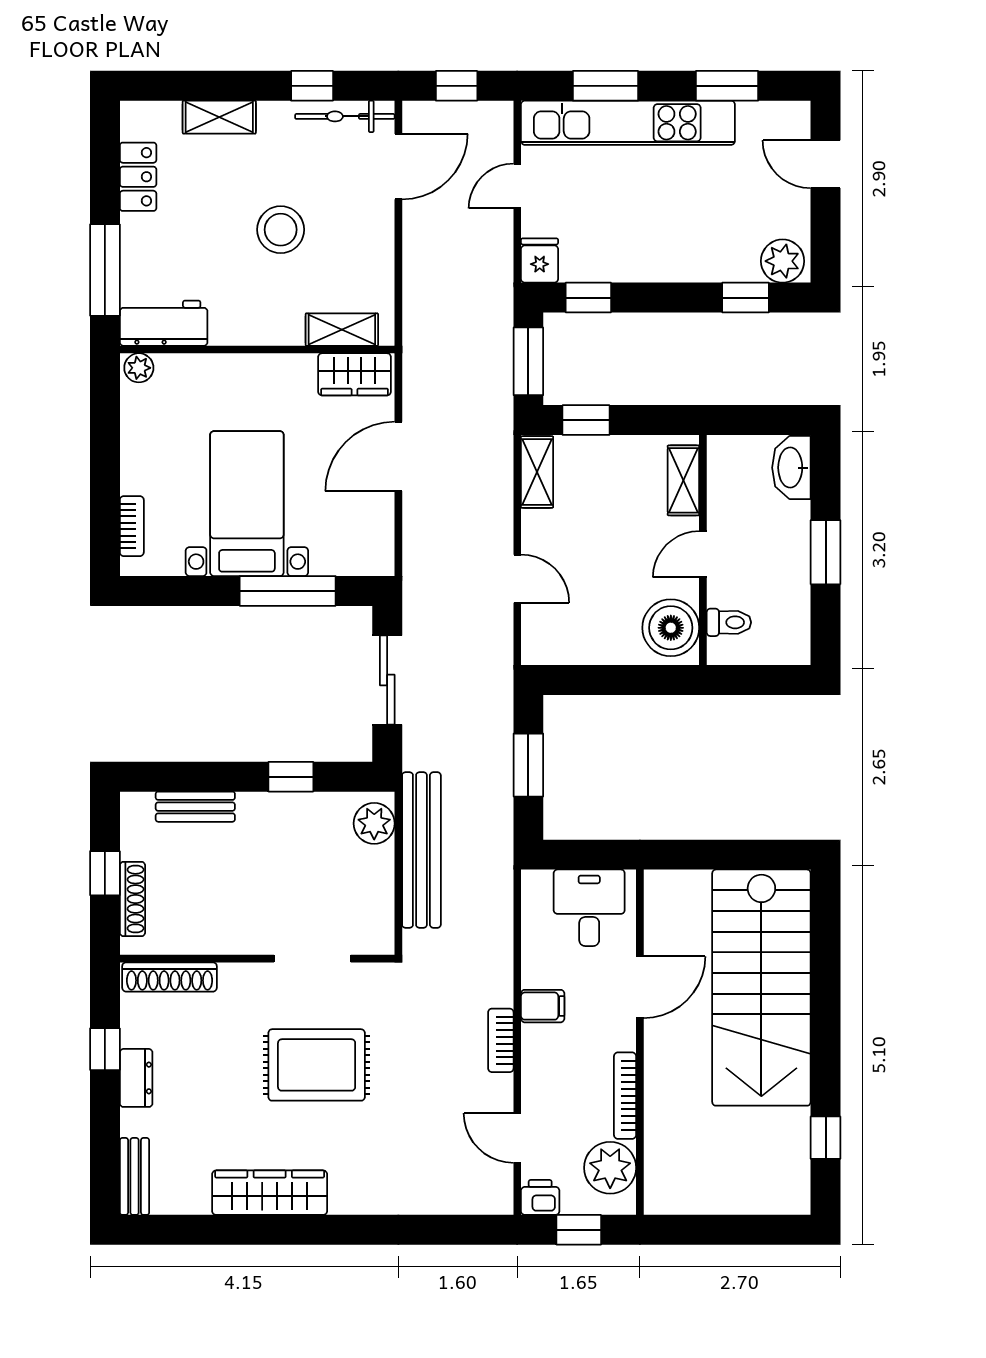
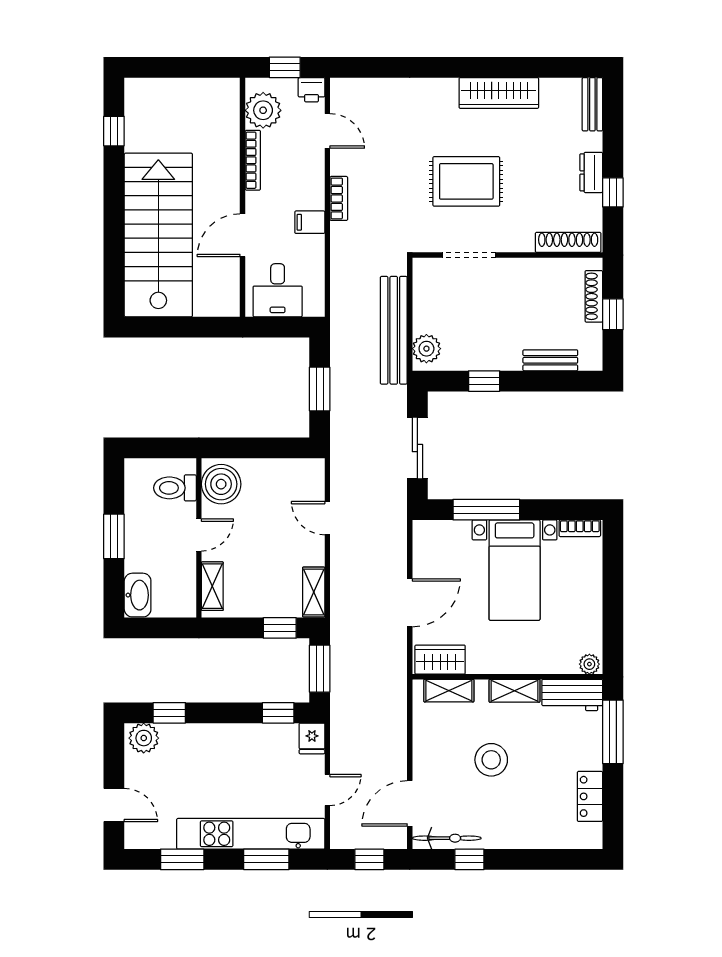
shelving: (219, 117) -> (515, 691), moved
bookcase: (132, 526) -> (580, 528), moved, turned -90
toilet: (729, 622) -> (175, 488), width x1.37, depth x1.39

